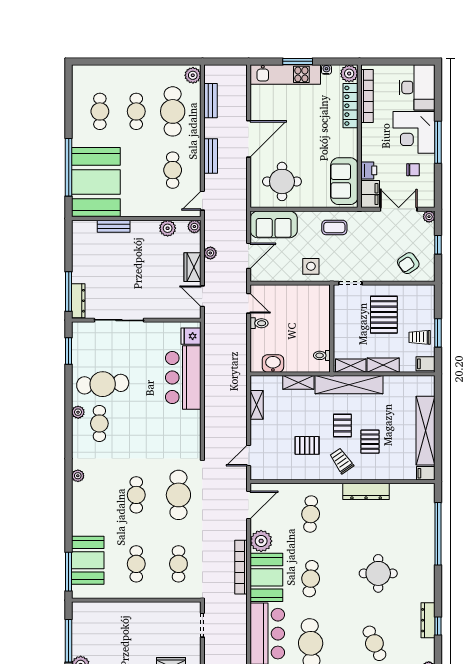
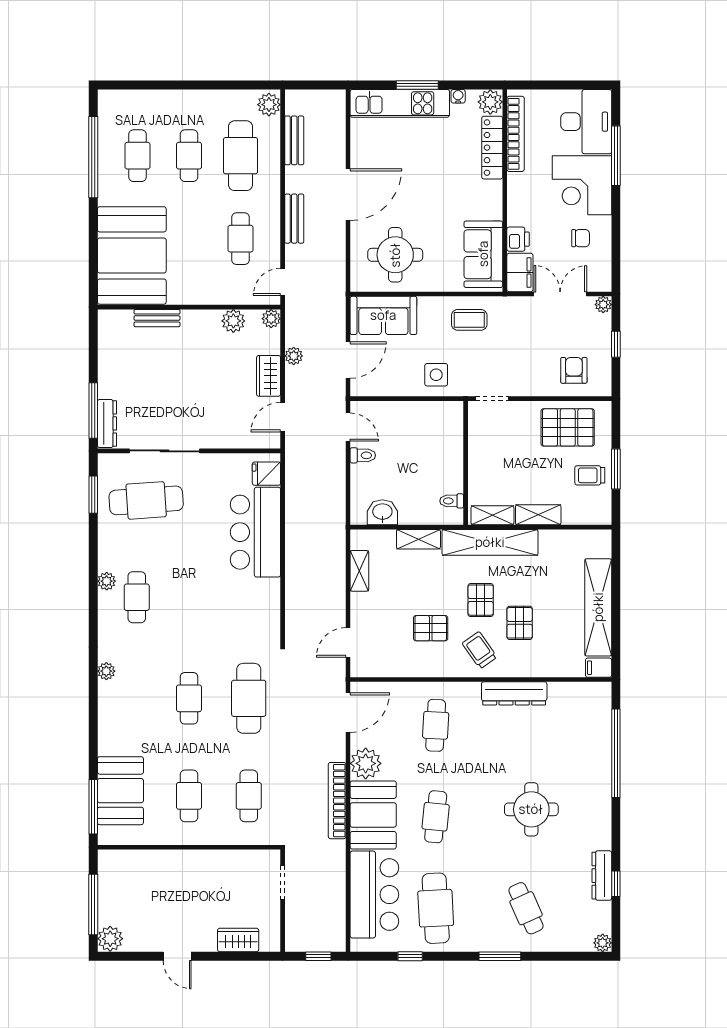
window: (438, 142) -> (616, 156), moved
window: (69, 167) -> (93, 157), moved
armchair: (408, 263) -> (574, 370), turned 125
door: (202, 296) -> (283, 417), hinge flipped
pallet: (384, 315) -> (568, 427), moved, turned 90
filing cabinet: (425, 364) -> (598, 513), removed
cafe table: (103, 384) -> (146, 500), moved

